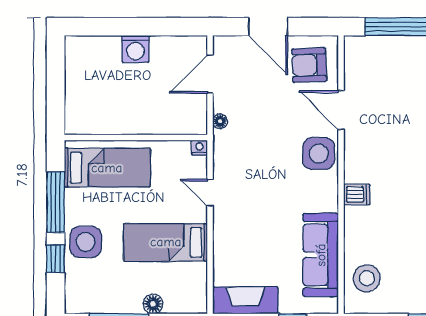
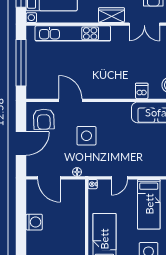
door: (341, 110) -> (70, 100), swing flipped
side table: (319, 154) -> (86, 136), moved
dishwasher: (357, 194) -> (142, 91), moved

